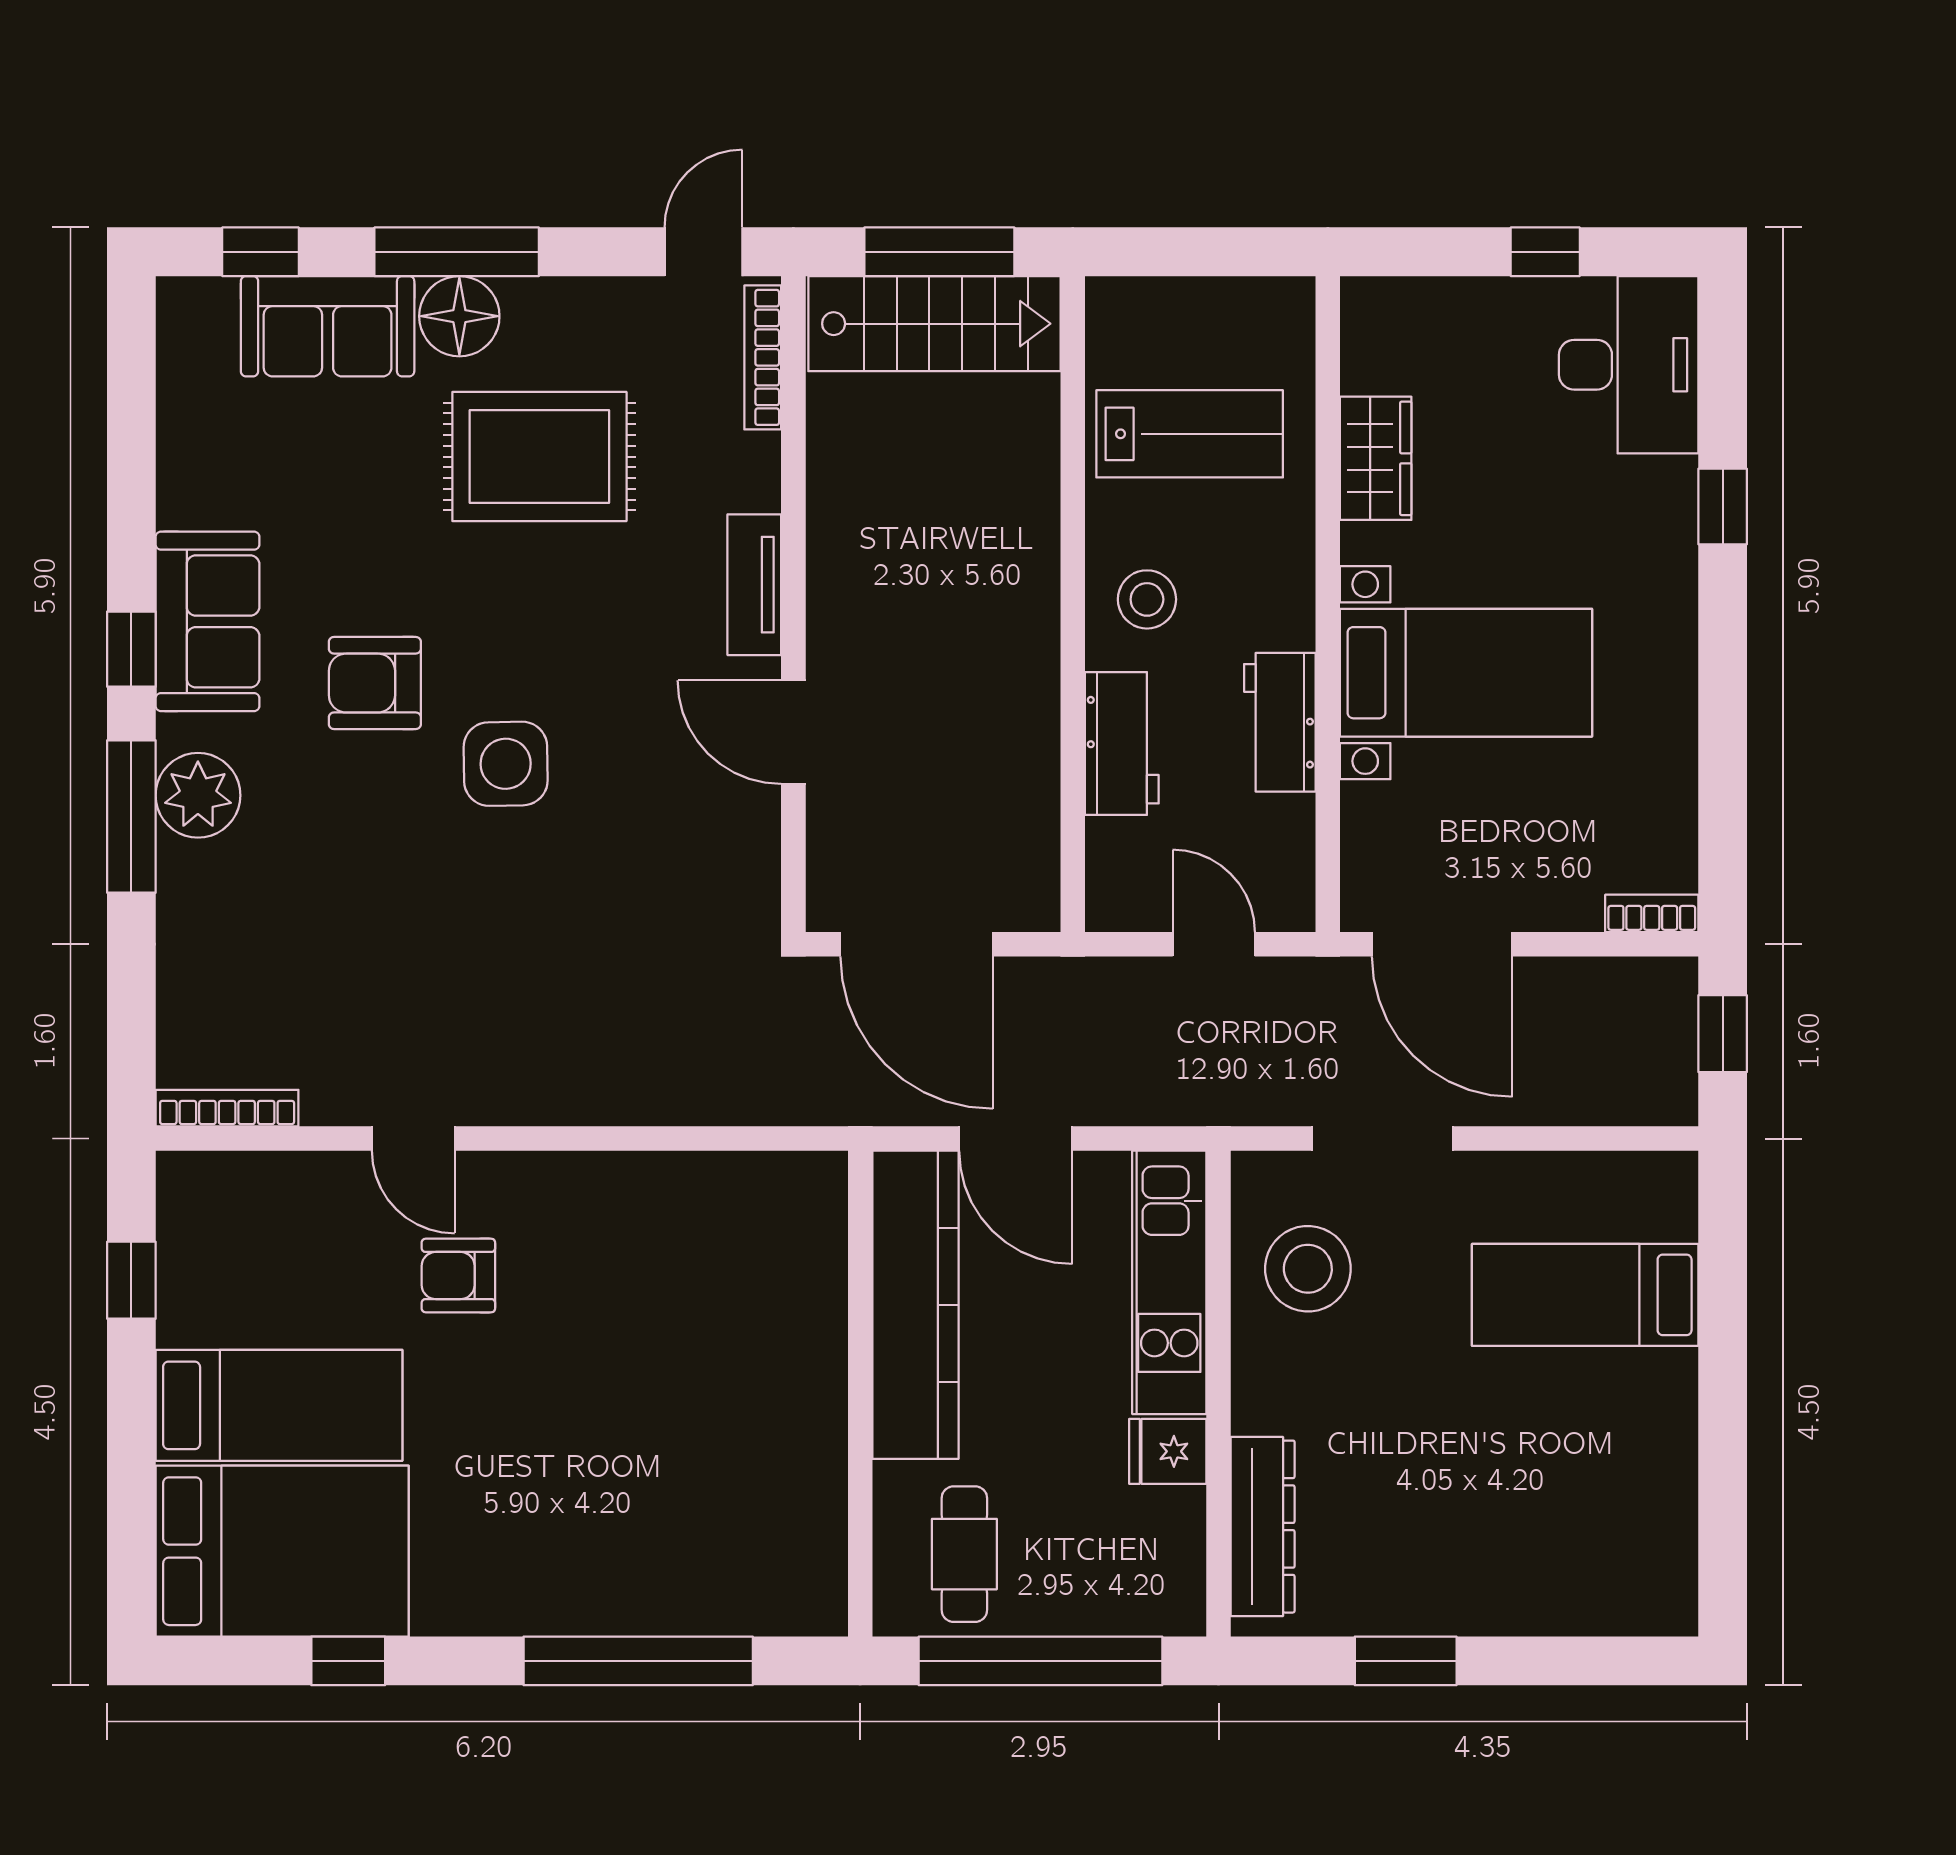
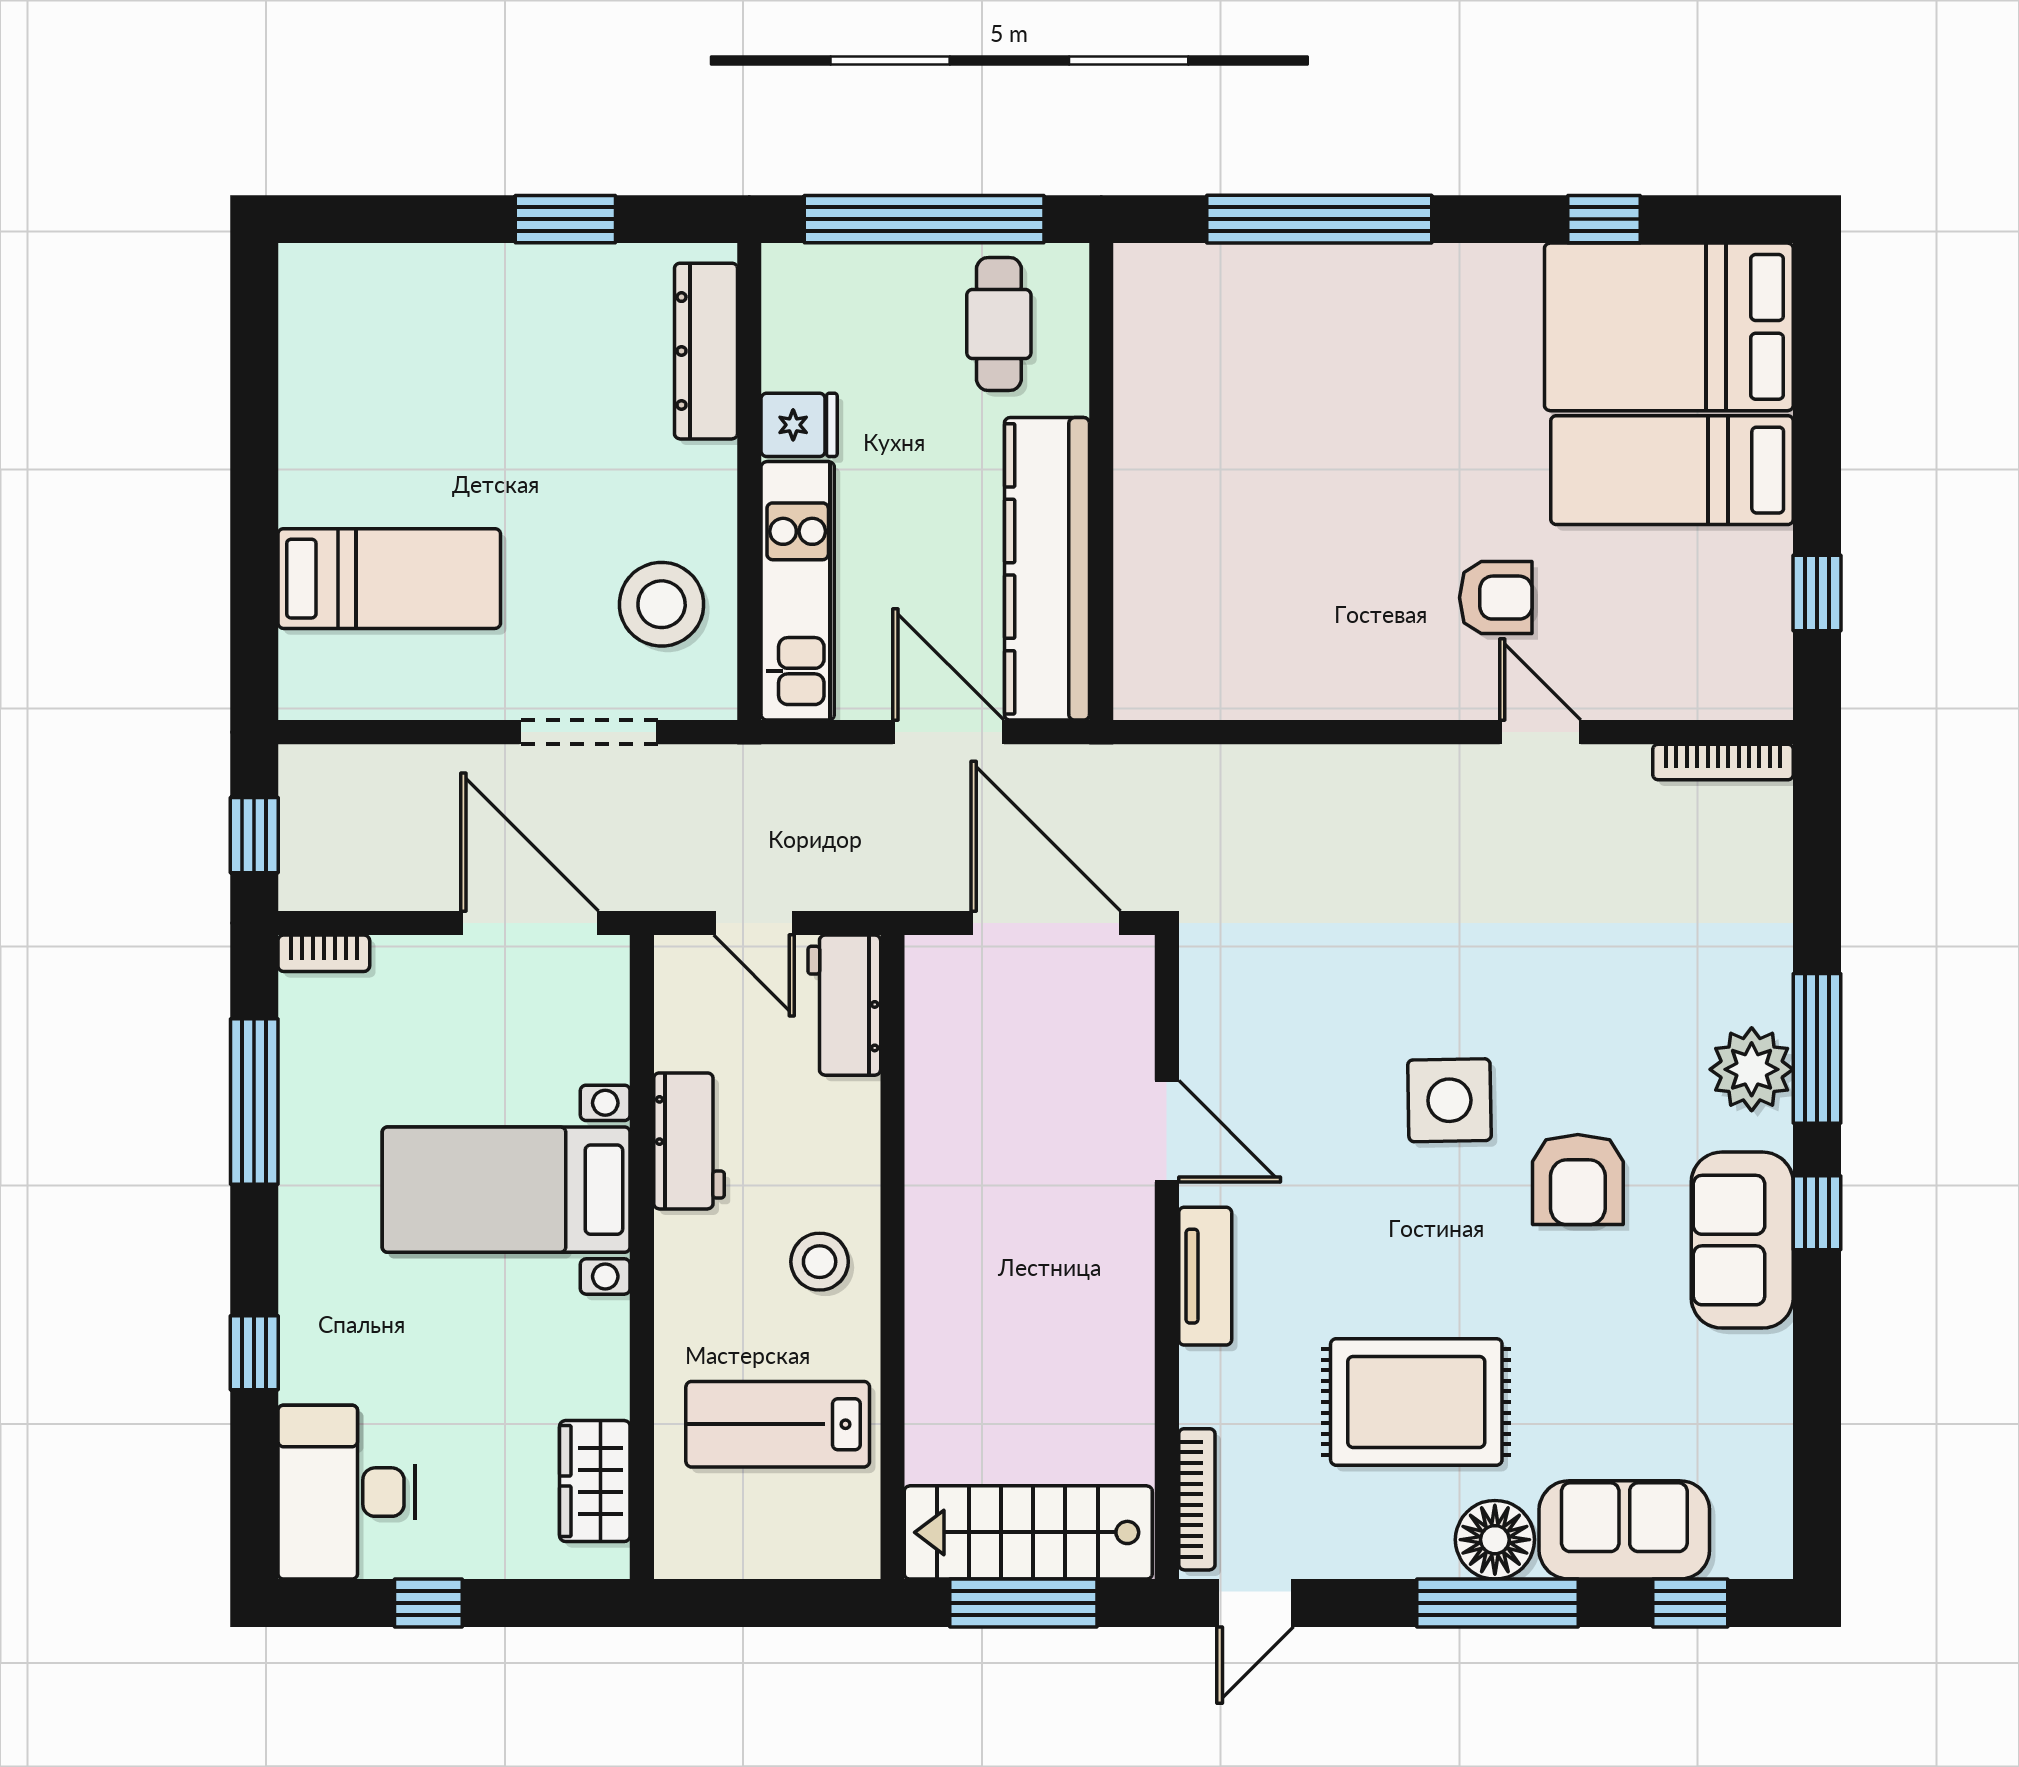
wardrobe: (1376, 458) -> (595, 1481), moved
armchair: (375, 683) -> (1578, 1180), turned 90
workbench: (1122, 743) -> (844, 1005), moved
window: (1723, 762) -> (254, 1102), added

